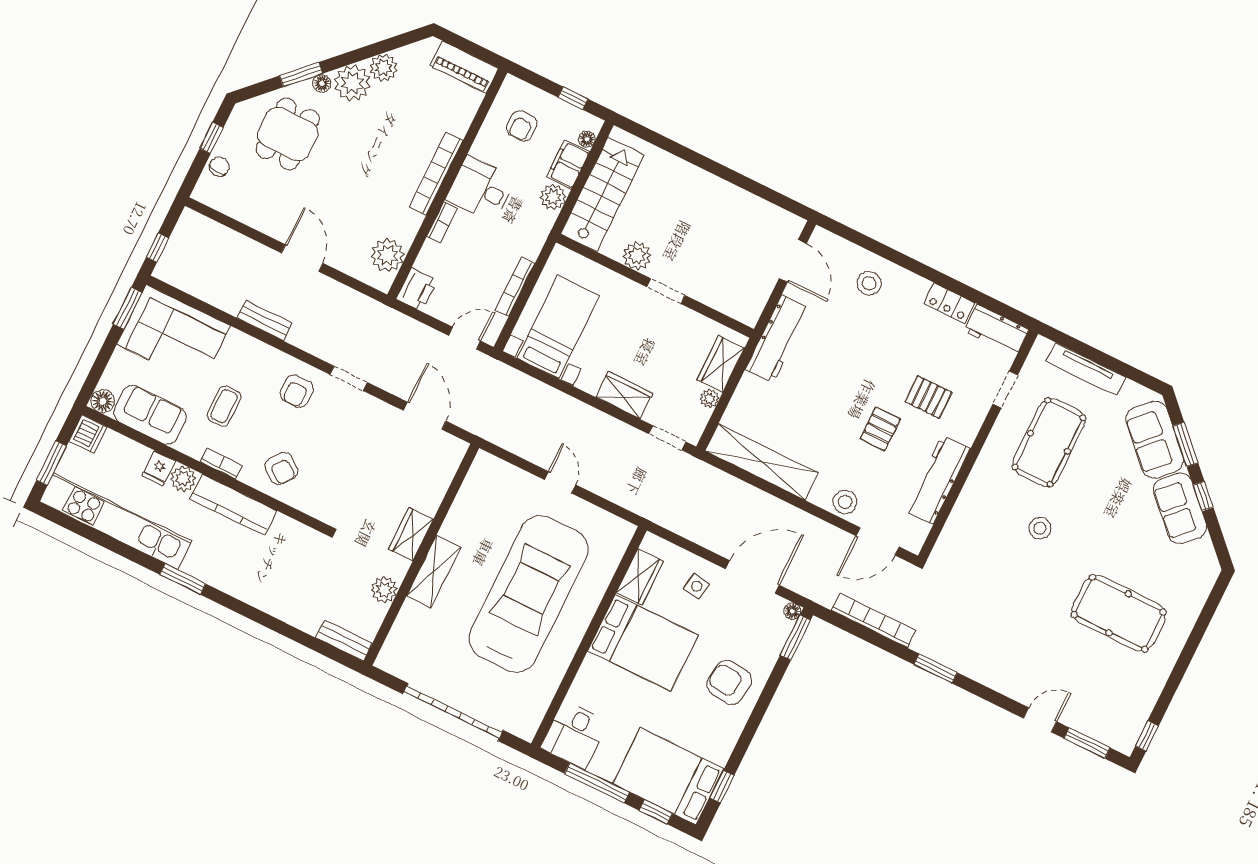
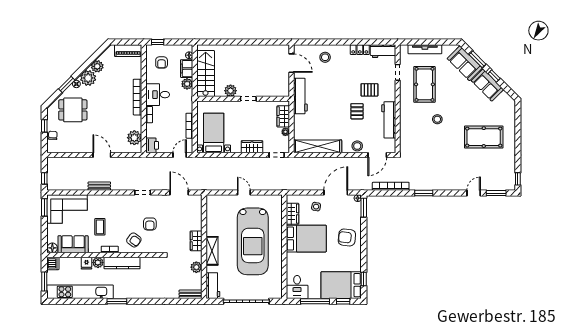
window: (573, 98) -> (158, 42), moved
dining table: (288, 134) -> (73, 110), turned 90
armchair: (297, 391) -> (150, 224), moved
car: (529, 594) -> (253, 241), turned 180
workbench: (400, 645) -> (213, 286), added

